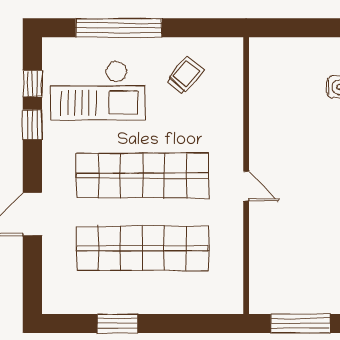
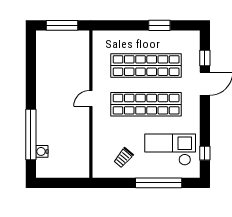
window: (32, 125) -> (205, 58), moved
door: (246, 186) -> (91, 99), hinge flipped

